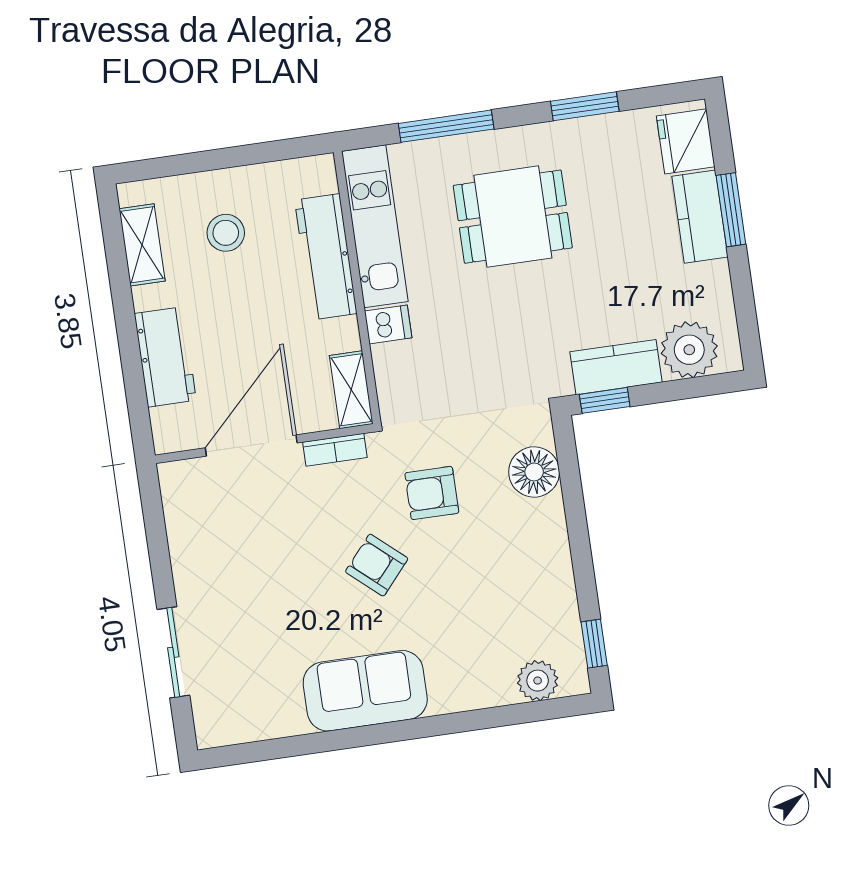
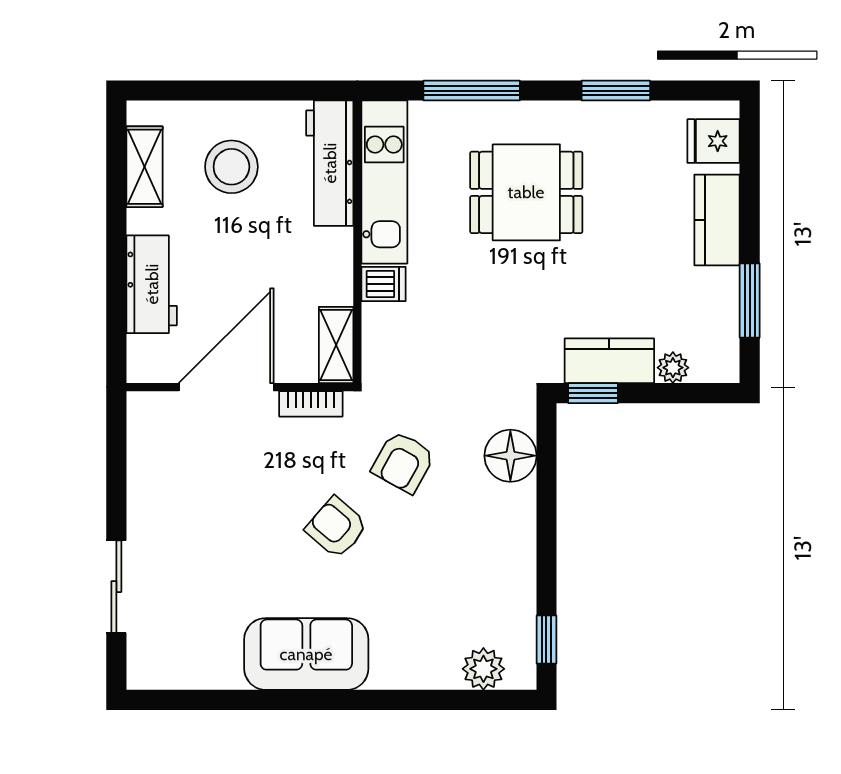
fridge: (686, 141) -> (714, 141), width x0.72
window: (731, 210) -> (750, 301), moved
stool: (226, 233) -> (231, 167), width x1.38, depth x1.38
workbench: (326, 257) -> (330, 163), moved
plant: (689, 350) -> (673, 368), width x0.53, depth x0.53
armchair: (432, 493) -> (403, 462), turned -61

